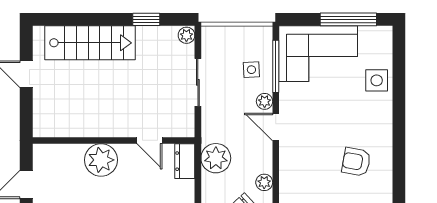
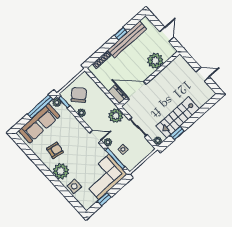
window: (348, 19) -> (104, 199), width x0.46
stairs: (90, 43) -> (178, 117), moved
plant: (376, 122) -> (61, 171), added
door: (150, 140) -> (137, 91), width x1.88
plant: (216, 158) -> (116, 116), moved
plant: (101, 160) -> (155, 61), moved

